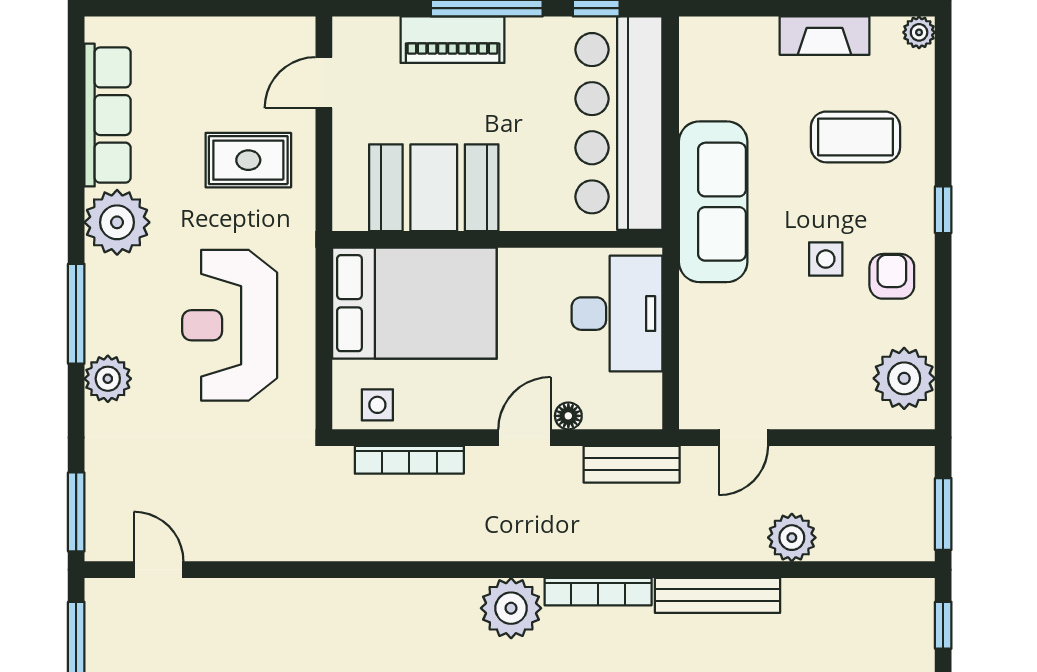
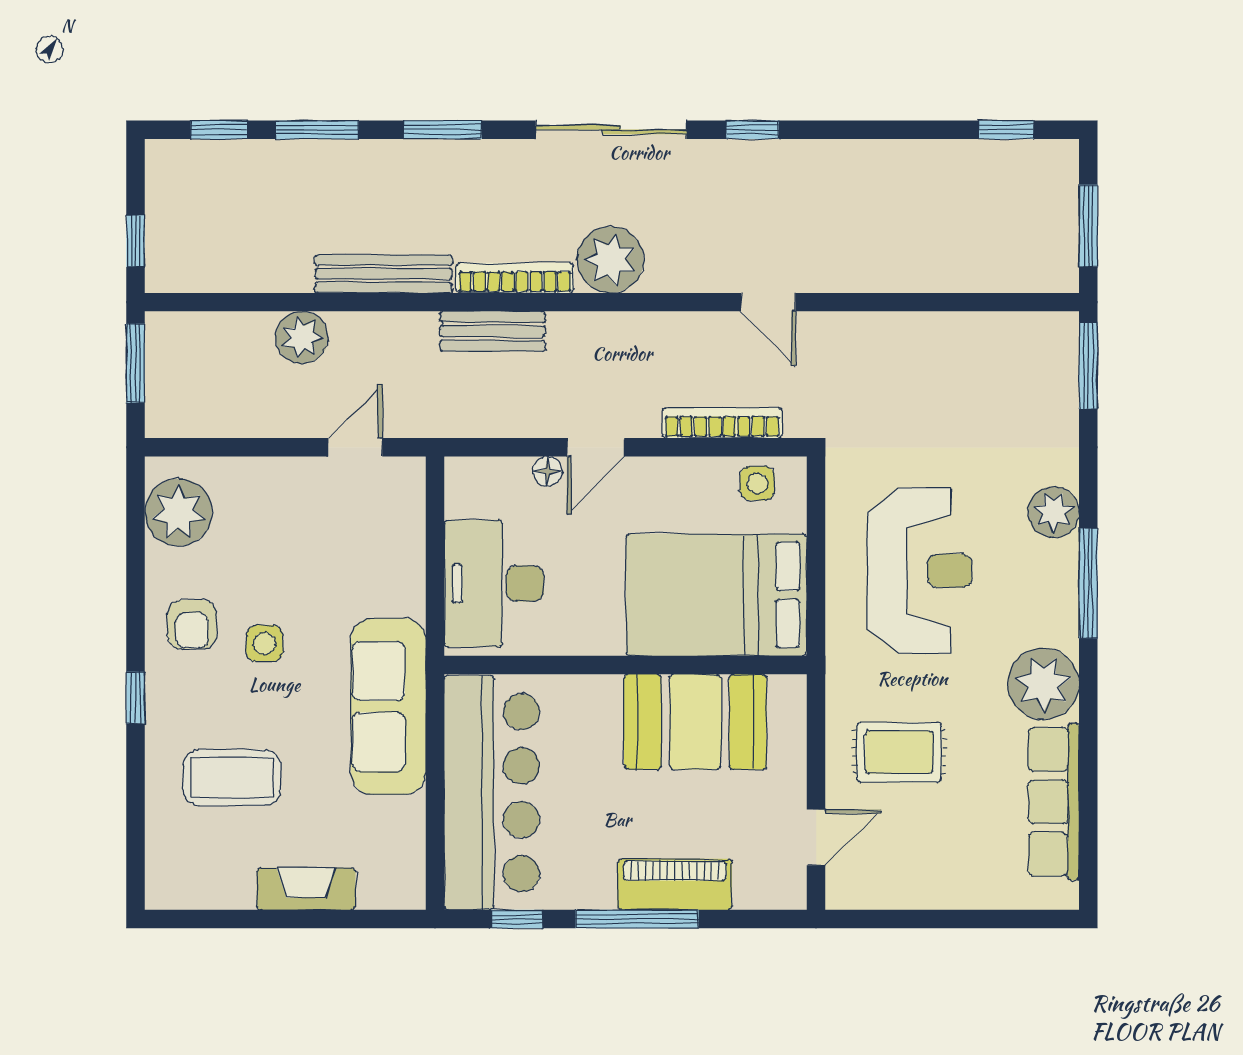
plant: (919, 32) -> (162, 893), removed
fireplace: (825, 36) -> (306, 889), moved
bench: (632, 464) -> (493, 331), moved
door: (159, 570) -> (768, 302), moved

